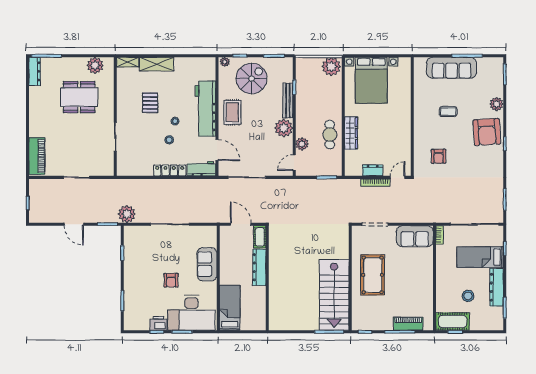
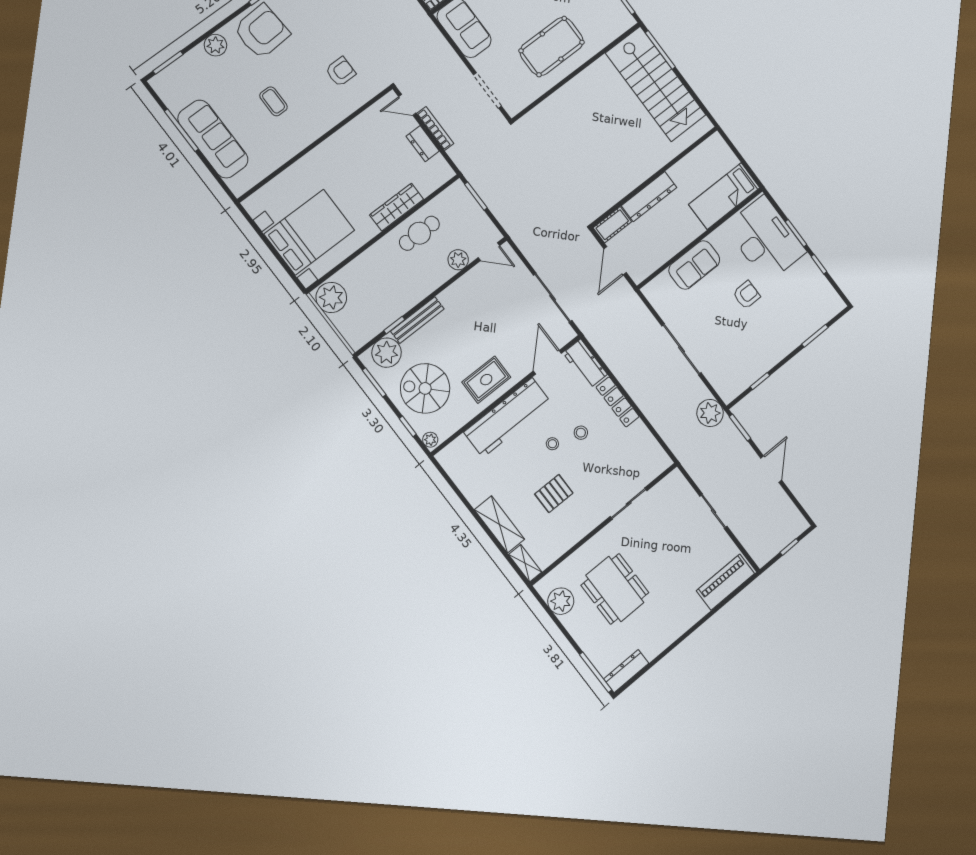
plant: (284, 128) -> (387, 353), moved
stairs: (334, 295) -> (656, 84), moved, turned 90
printer: (158, 323) -> (808, 270), removed

